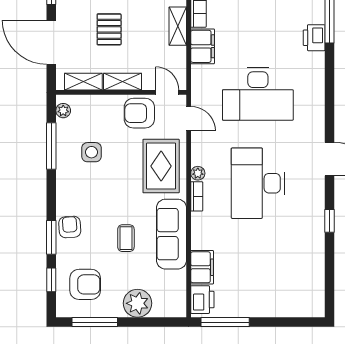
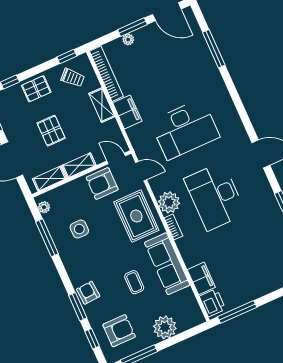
printer: (314, 38) -> (208, 68), removed
plant: (198, 173) -> (169, 202), width x1.88, depth x1.88

